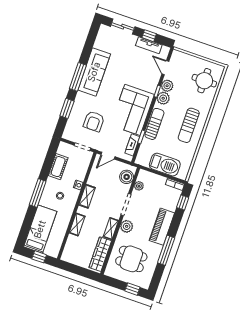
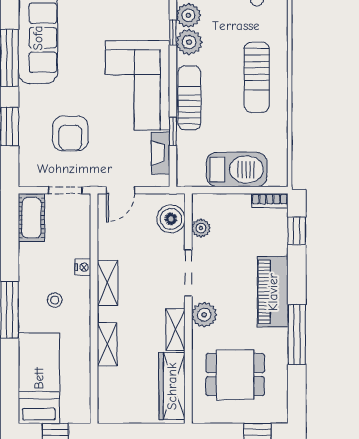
cot: (58, 167) -> (31, 218), moved

